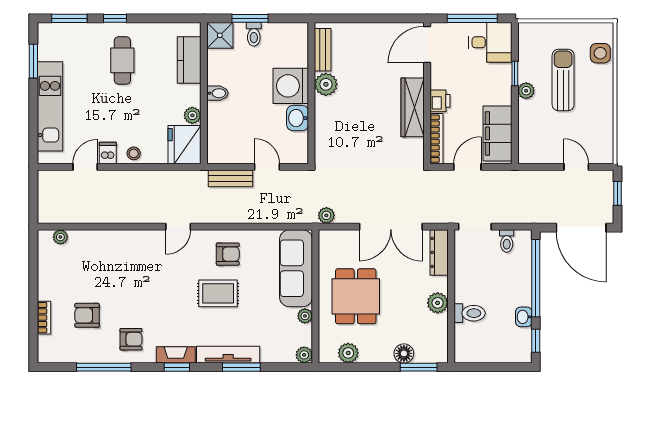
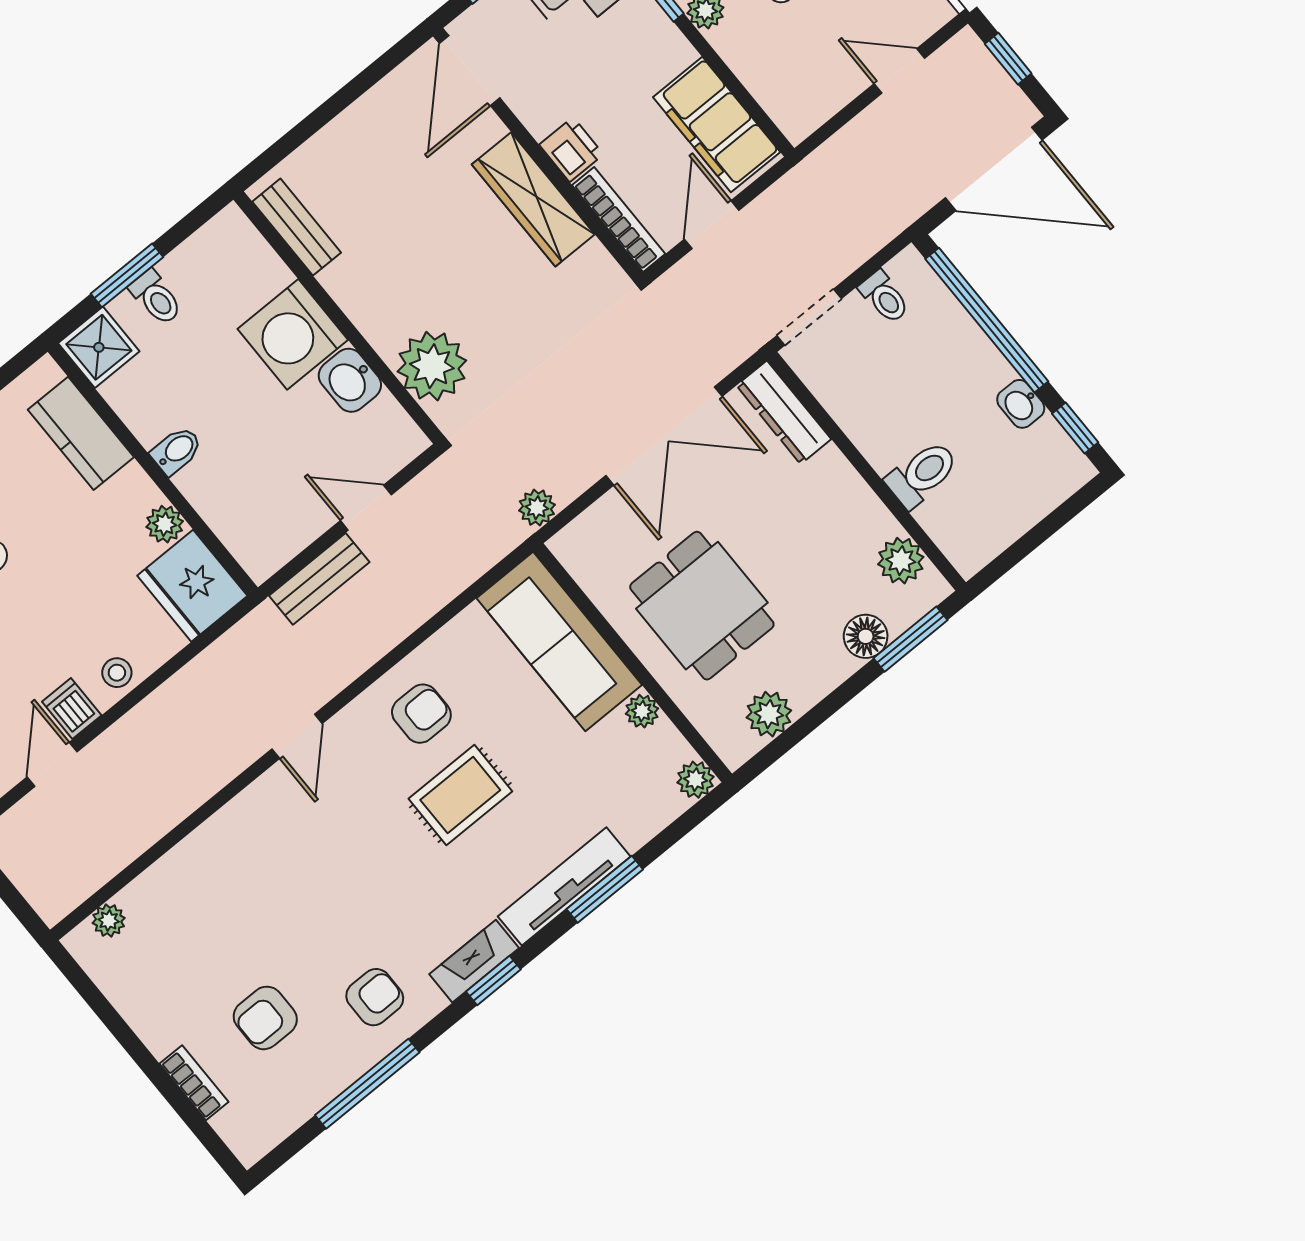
plant: (326, 84) -> (432, 366), moved, width x1.36, depth x1.36
plant: (438, 303) -> (901, 561), moved

